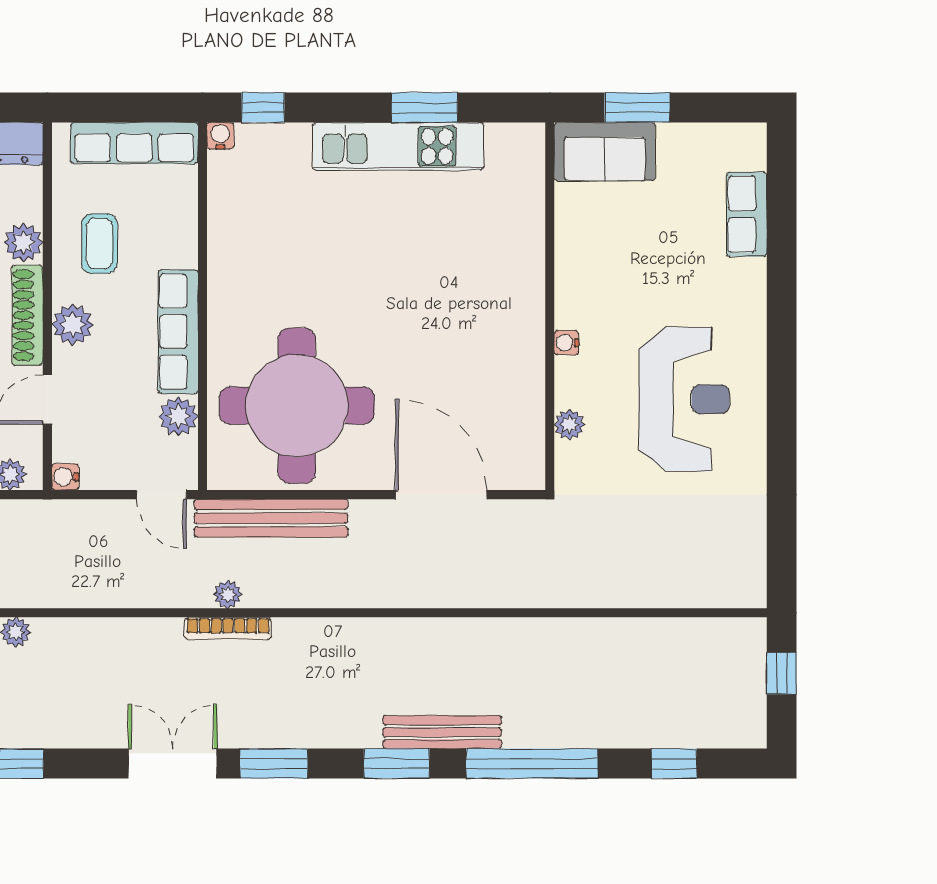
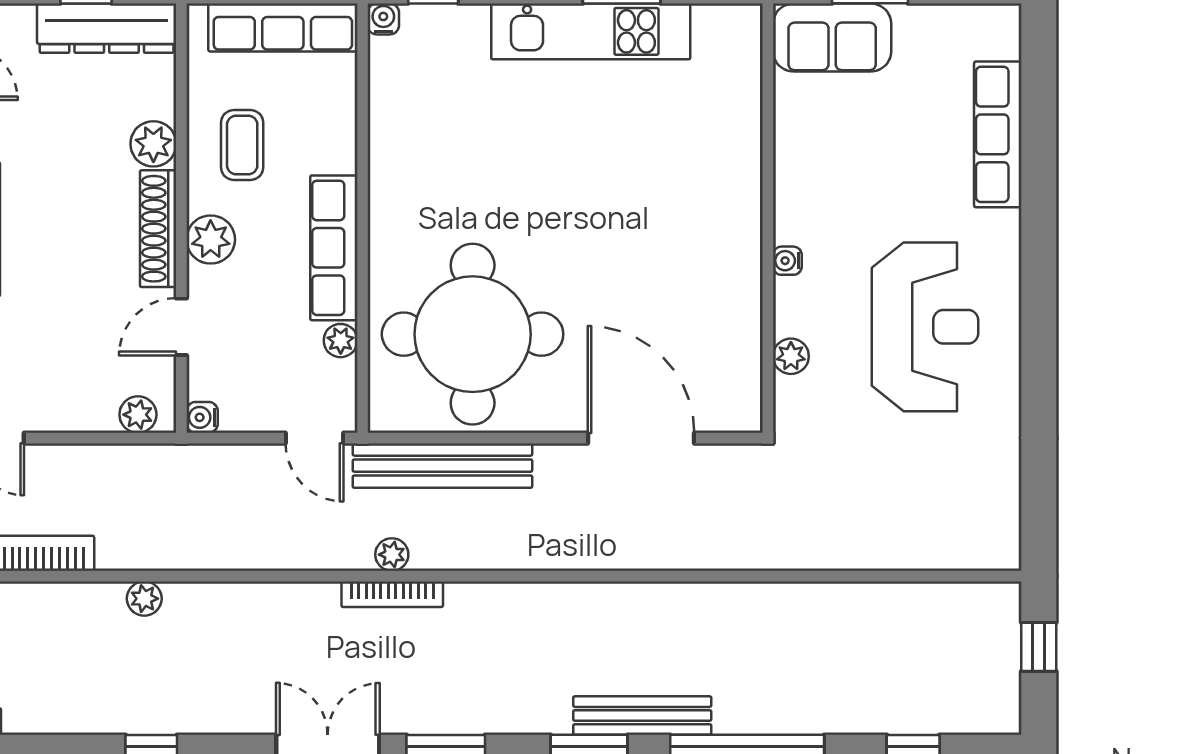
row of seats: (747, 214) -> (998, 134), width x1.48
plant: (178, 416) -> (341, 341), width x0.73, depth x0.73

